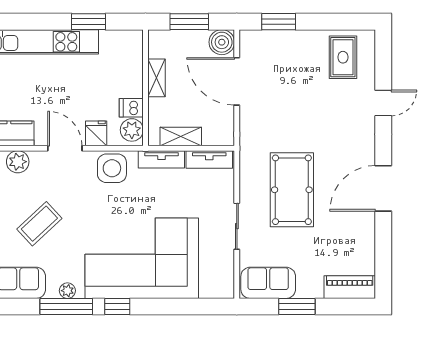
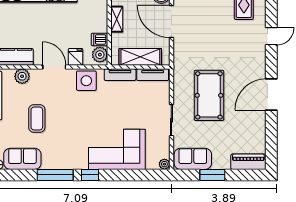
shelving: (181, 136) -> (140, 57), width x1.50, depth x1.33
coffee table: (39, 224) -> (37, 119), turned -47
corner sofa: (142, 258) -> (117, 149), width x0.73, depth x0.74
plant: (67, 291) -> (164, 164), moved

